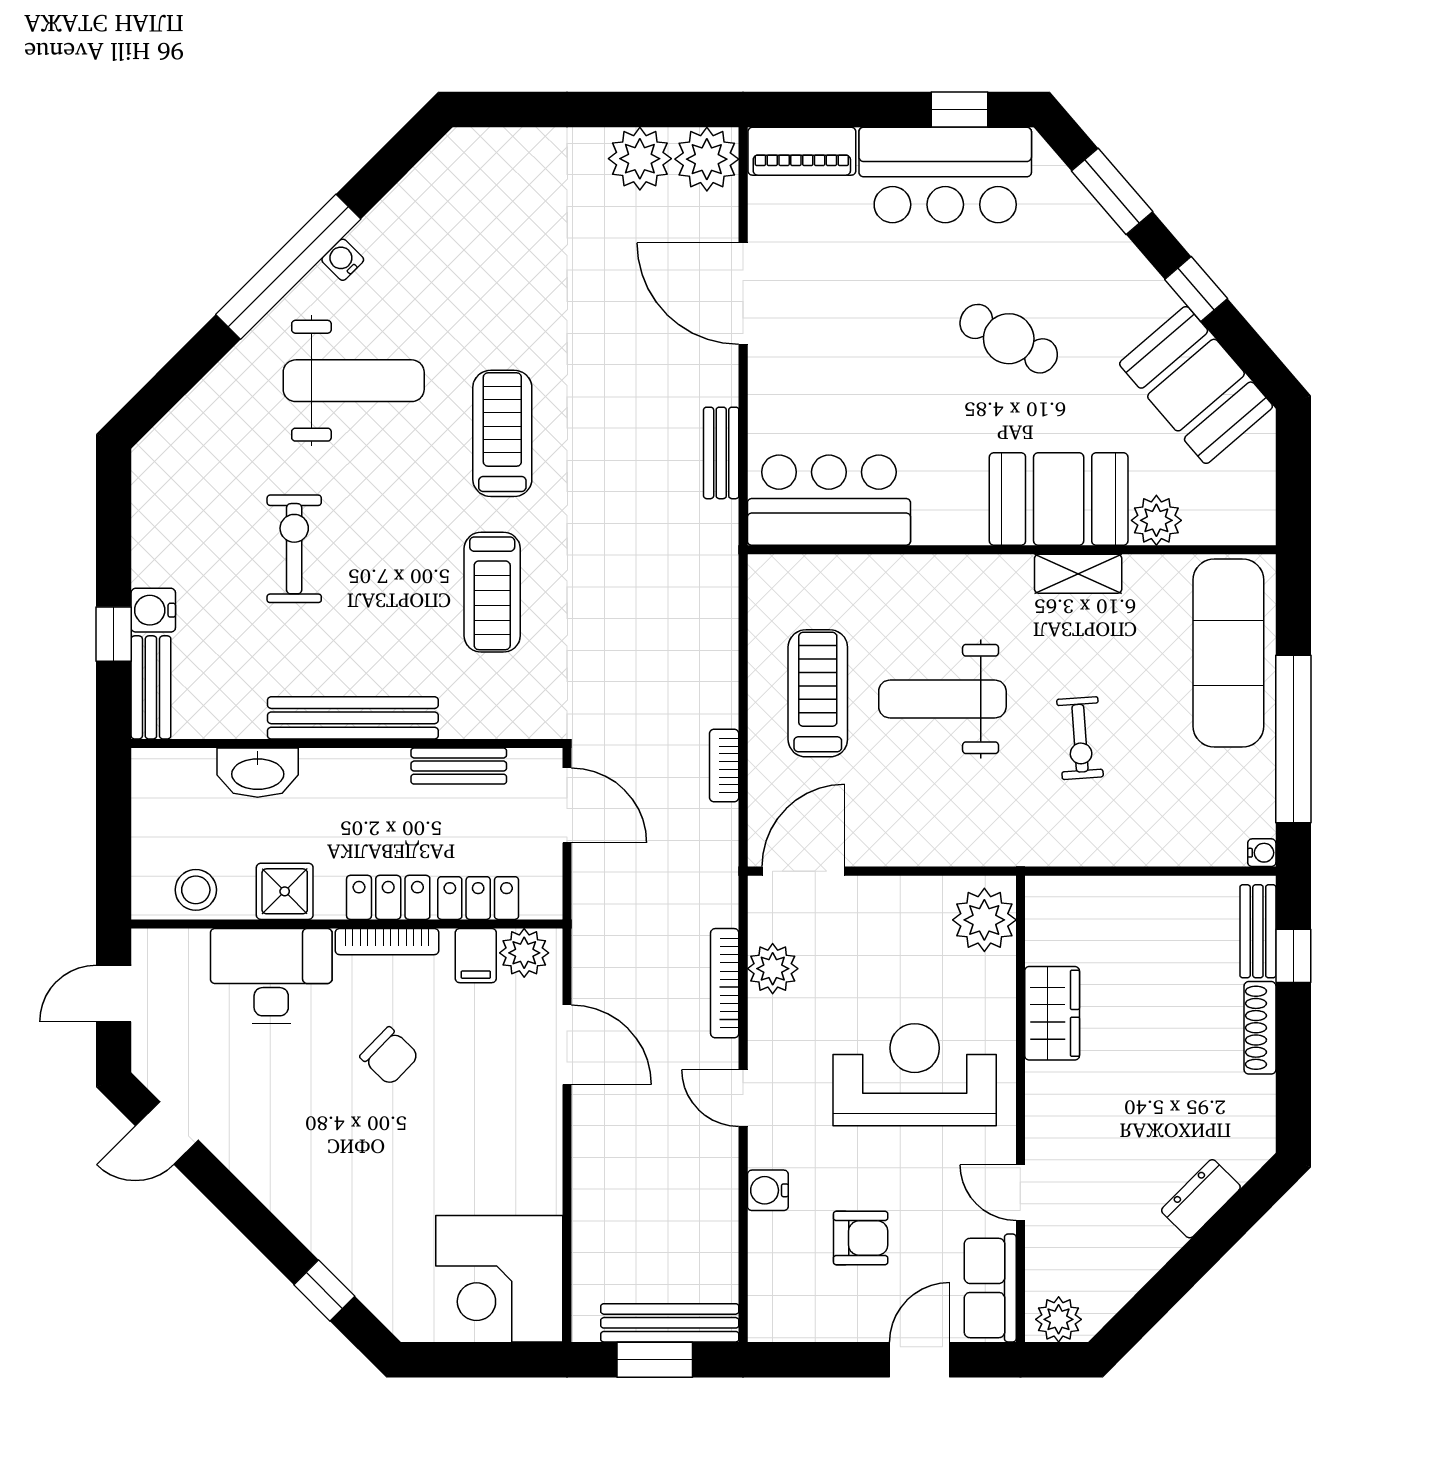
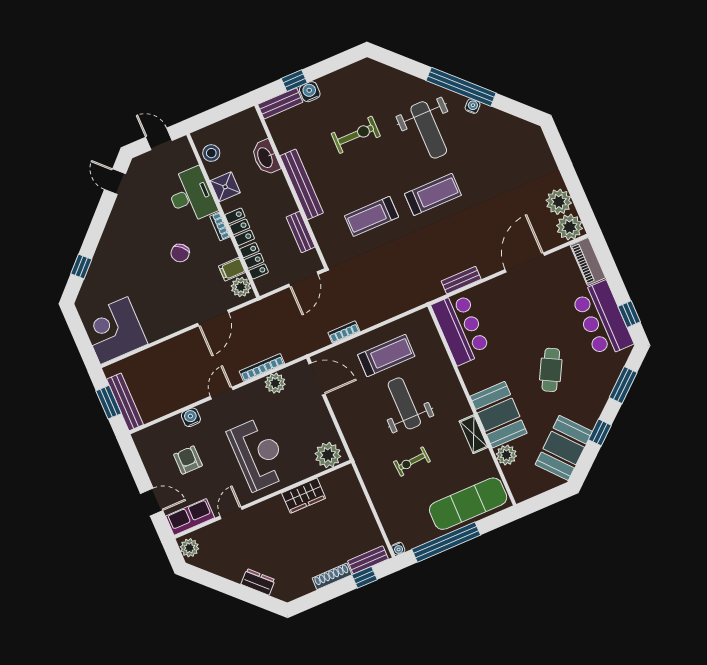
bookcase: (387, 942) -> (220, 226), width x0.64
armchair: (861, 1238) -> (188, 460), turned 180

